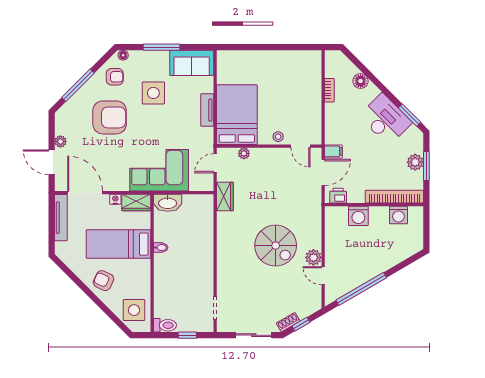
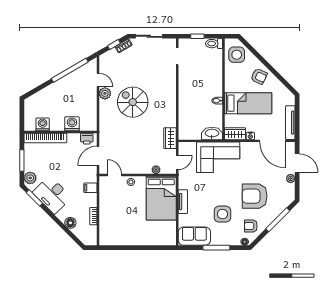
filing cabinet: (333, 151) -> (90, 188), moved
plant: (415, 162) -> (30, 178), moved

